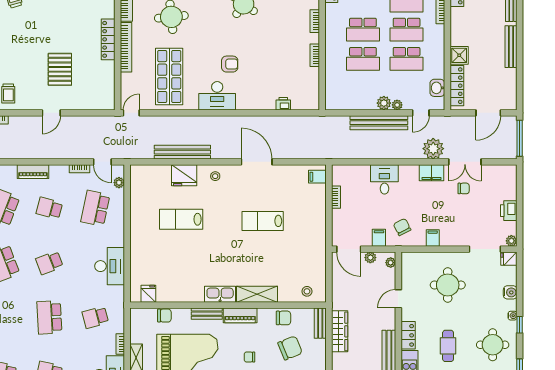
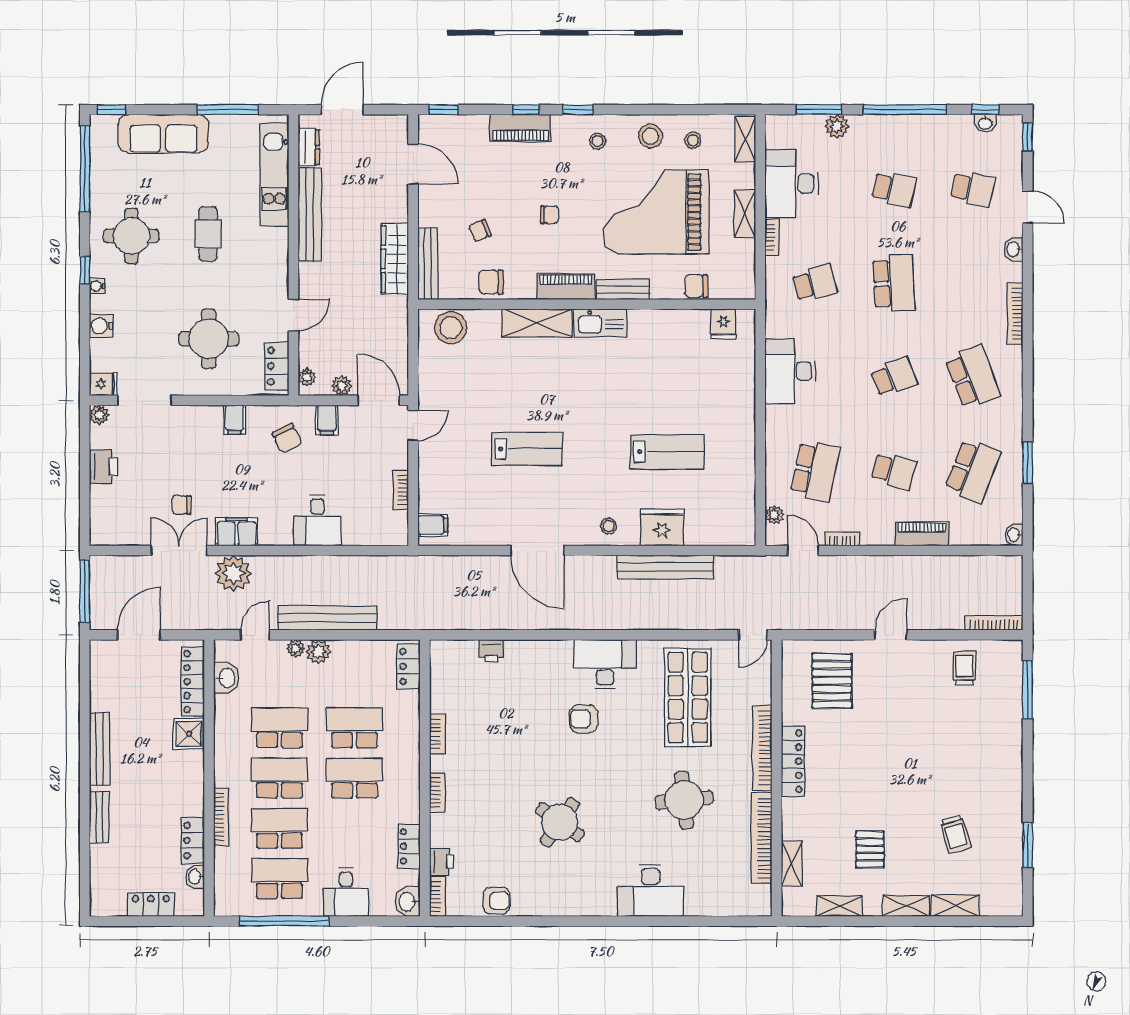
pallet: (60, 69) -> (832, 681), moved
locker: (331, 95) -> (409, 666), added
door: (329, 235) -> (413, 425), added
stool: (307, 291) -> (451, 328), width x1.89, depth x1.89
bench: (320, 323) -> (428, 264), width x1.36
locker: (408, 335) -> (277, 366), moved
chair: (290, 348) -> (480, 230), width x0.54, depth x0.54

